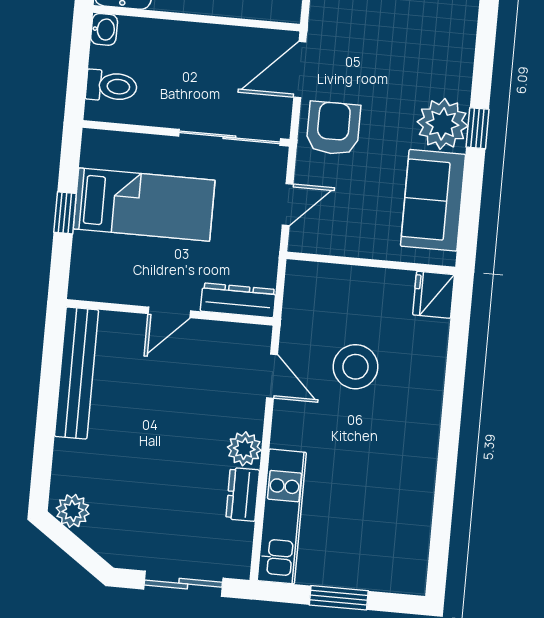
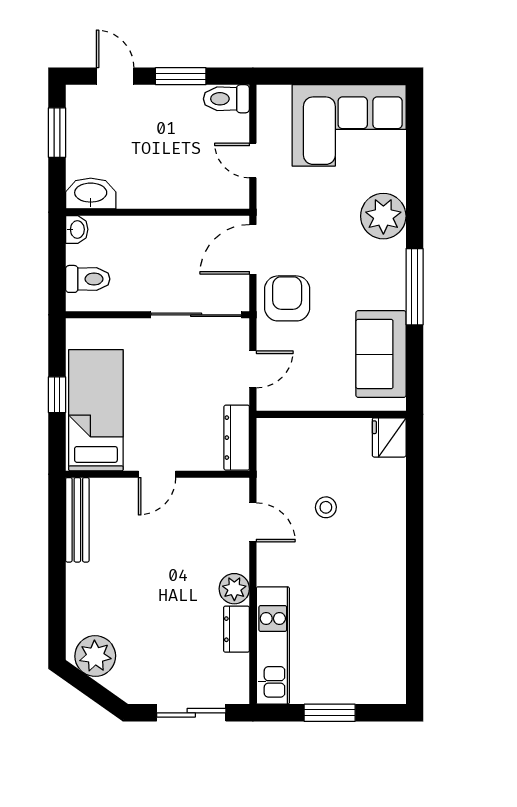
plant: (443, 124) -> (383, 216), moved
window: (478, 128) -> (415, 287), width x2.17
bed: (144, 205) -> (96, 410), moved, turned -90
dresser: (238, 300) -> (237, 438), moved, turned -90
stool: (355, 367) -> (326, 507), width x0.53, depth x0.53
bench: (76, 373) -> (77, 520), width x0.73, depth x0.82
plant: (73, 511) -> (95, 656), width x1.36, depth x1.36

